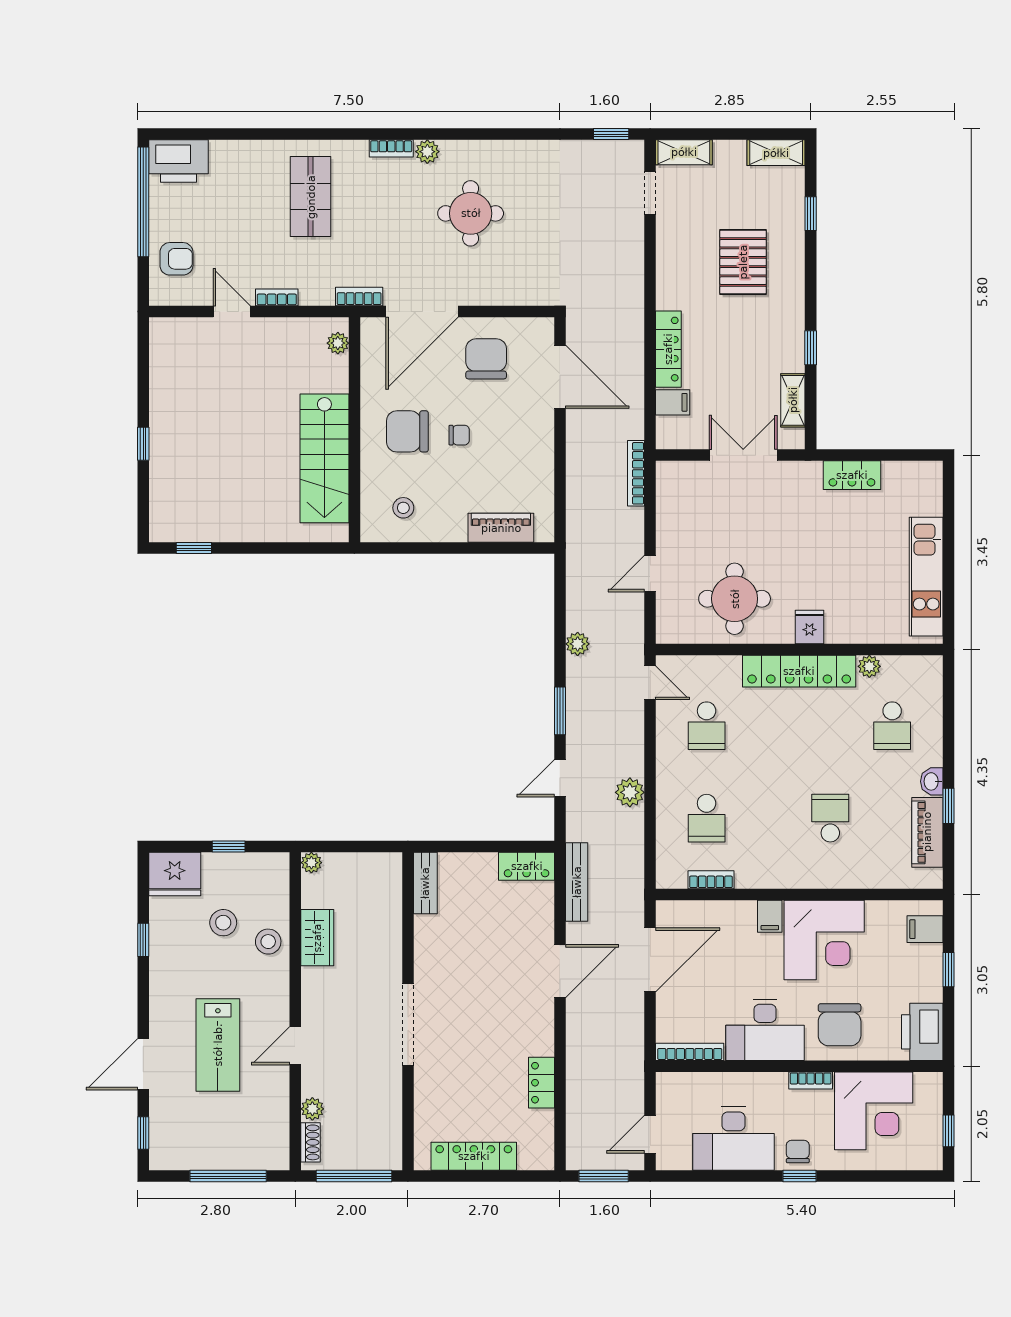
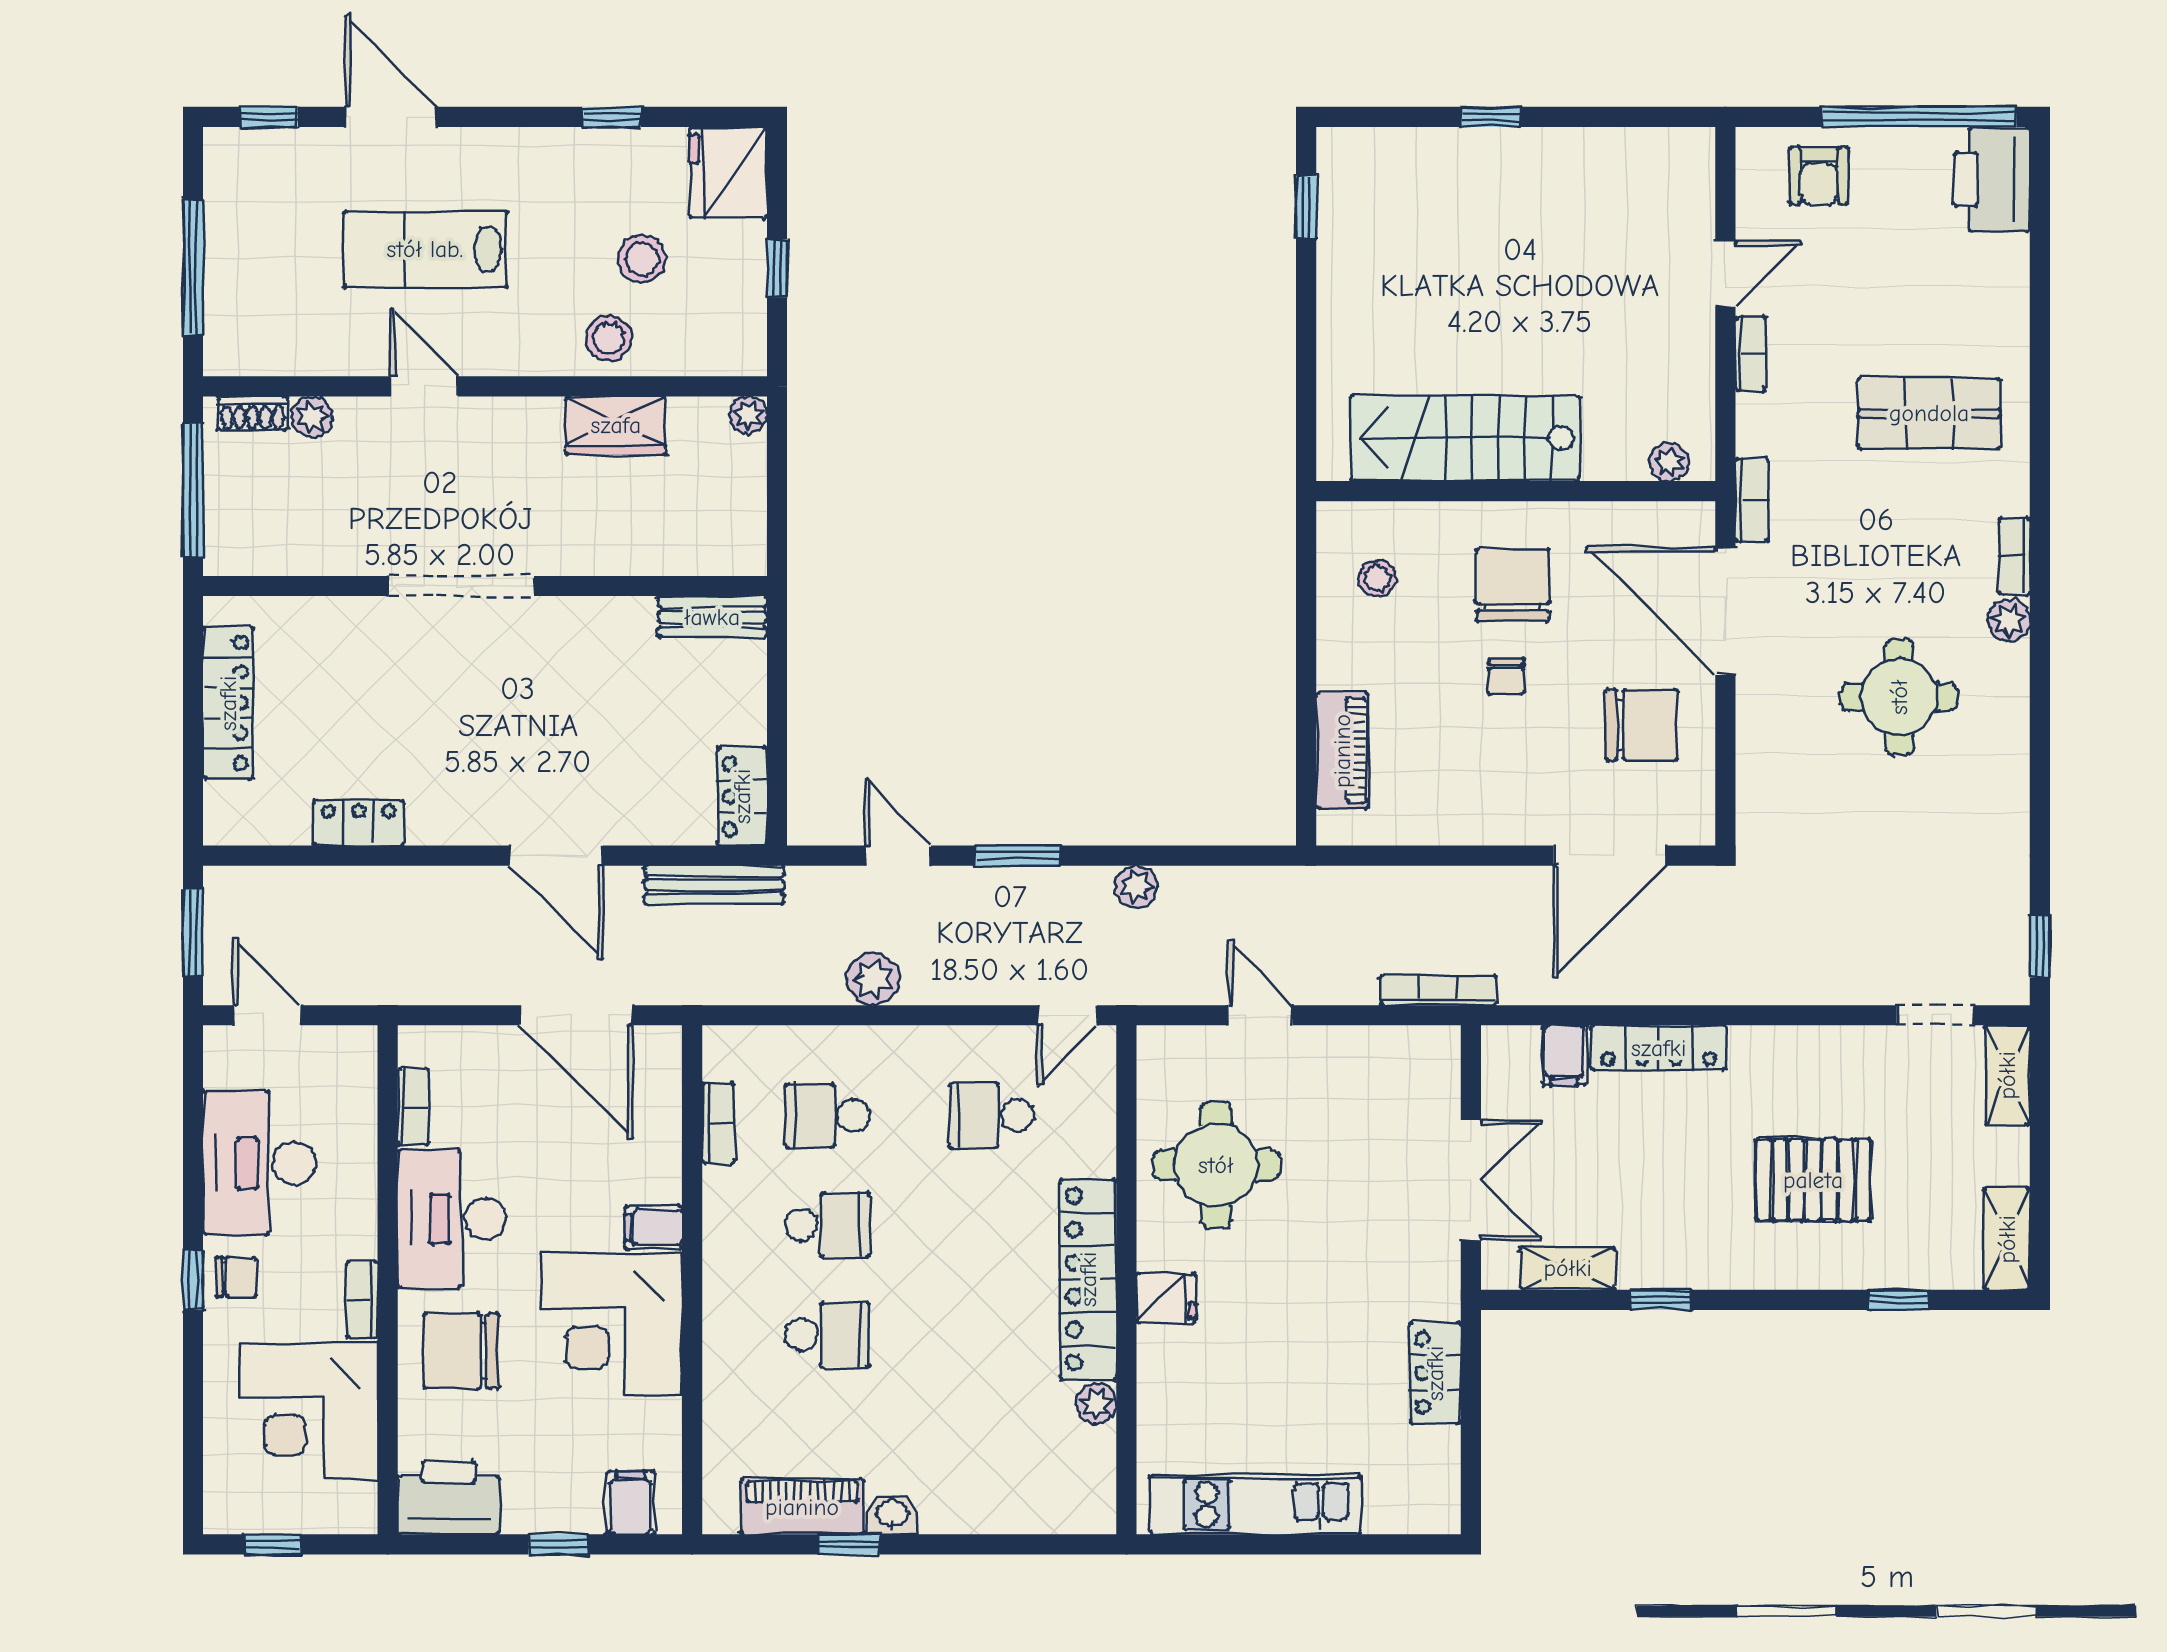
school desk: (892, 726) -> (827, 1225), moved, turned 180
bookcase: (690, 1052) -> (413, 1107), width x0.64

